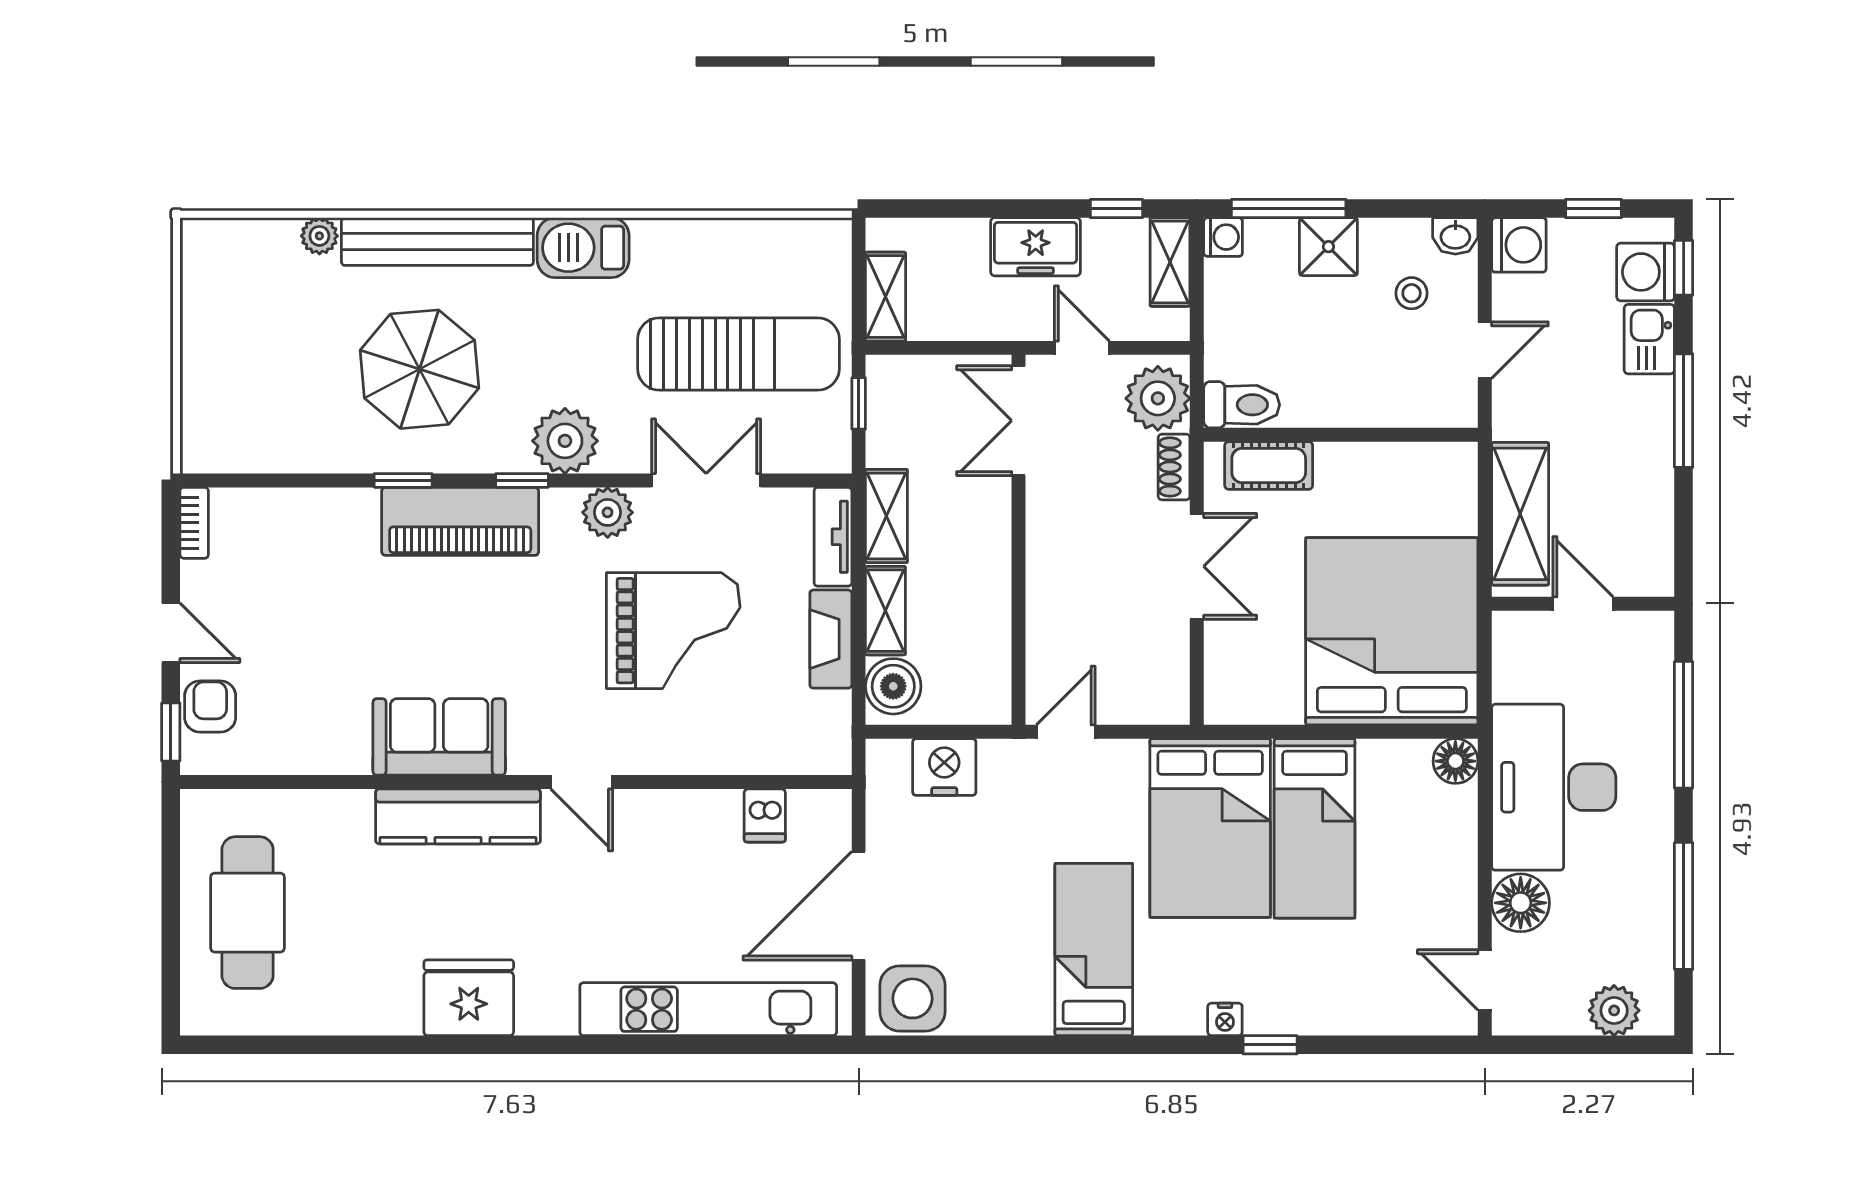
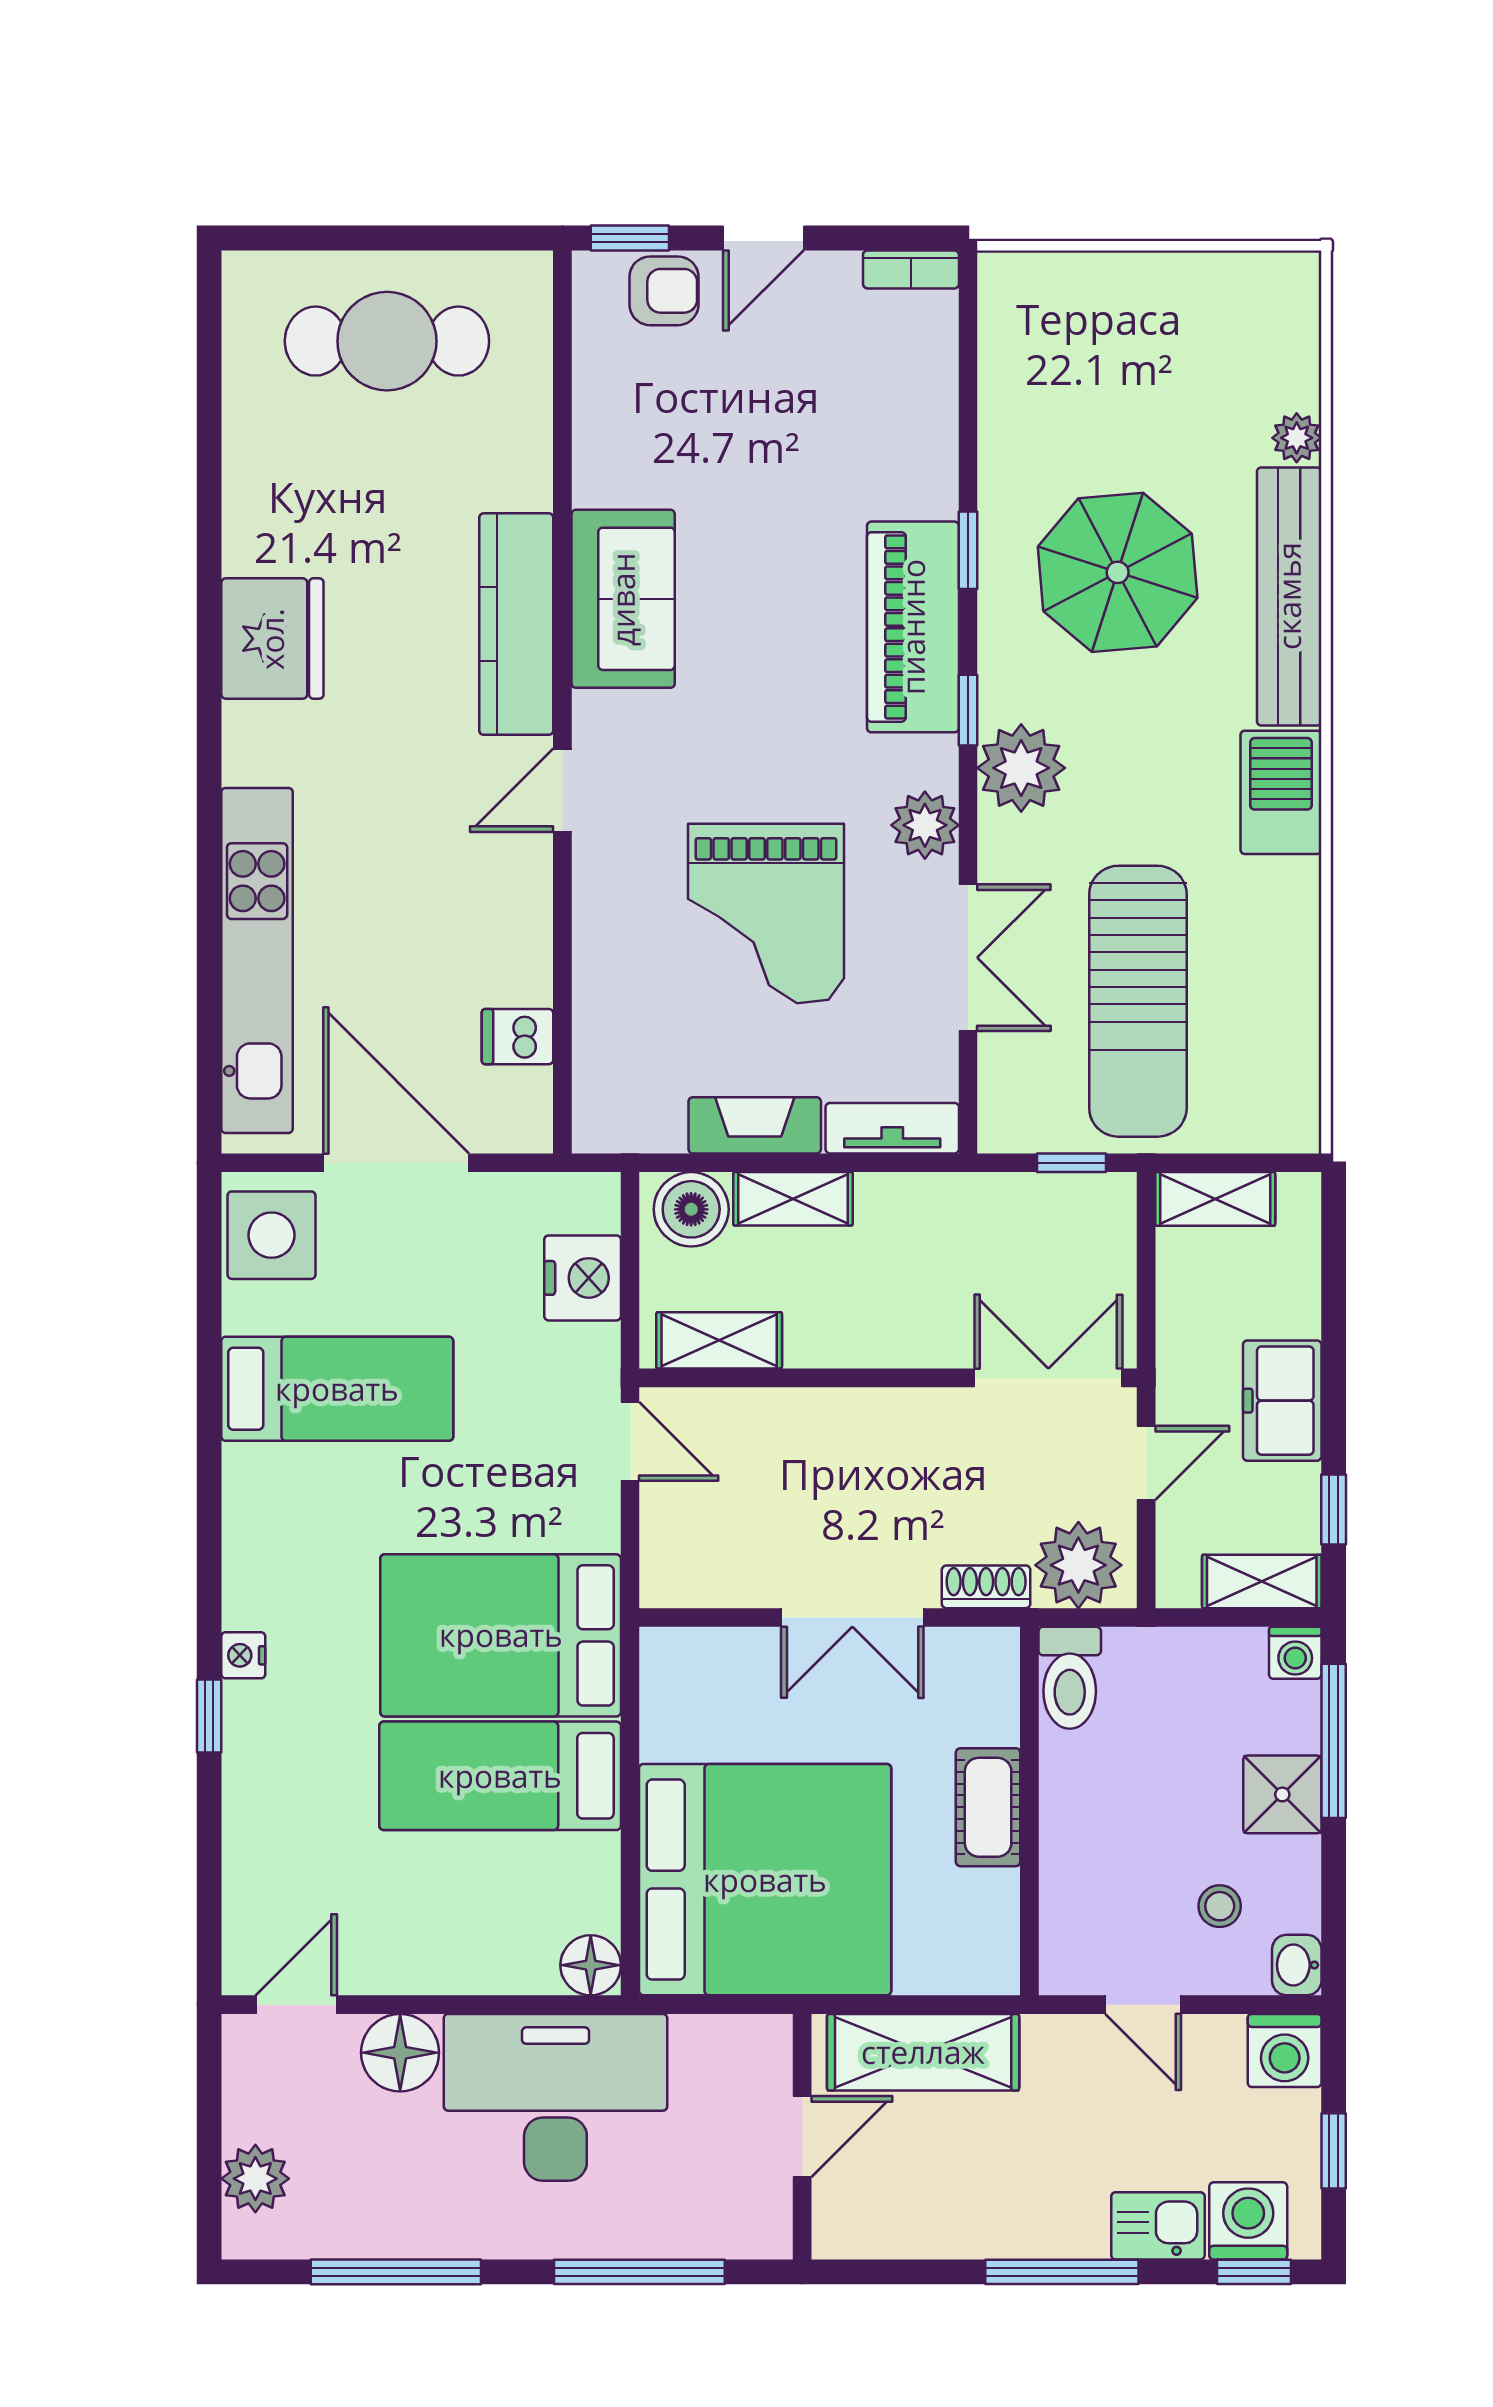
cot: (1269, 465) -> (988, 1807), moved
shelving: (886, 516) -> (719, 1340), moved
bed: (1094, 950) -> (337, 1389), moved

